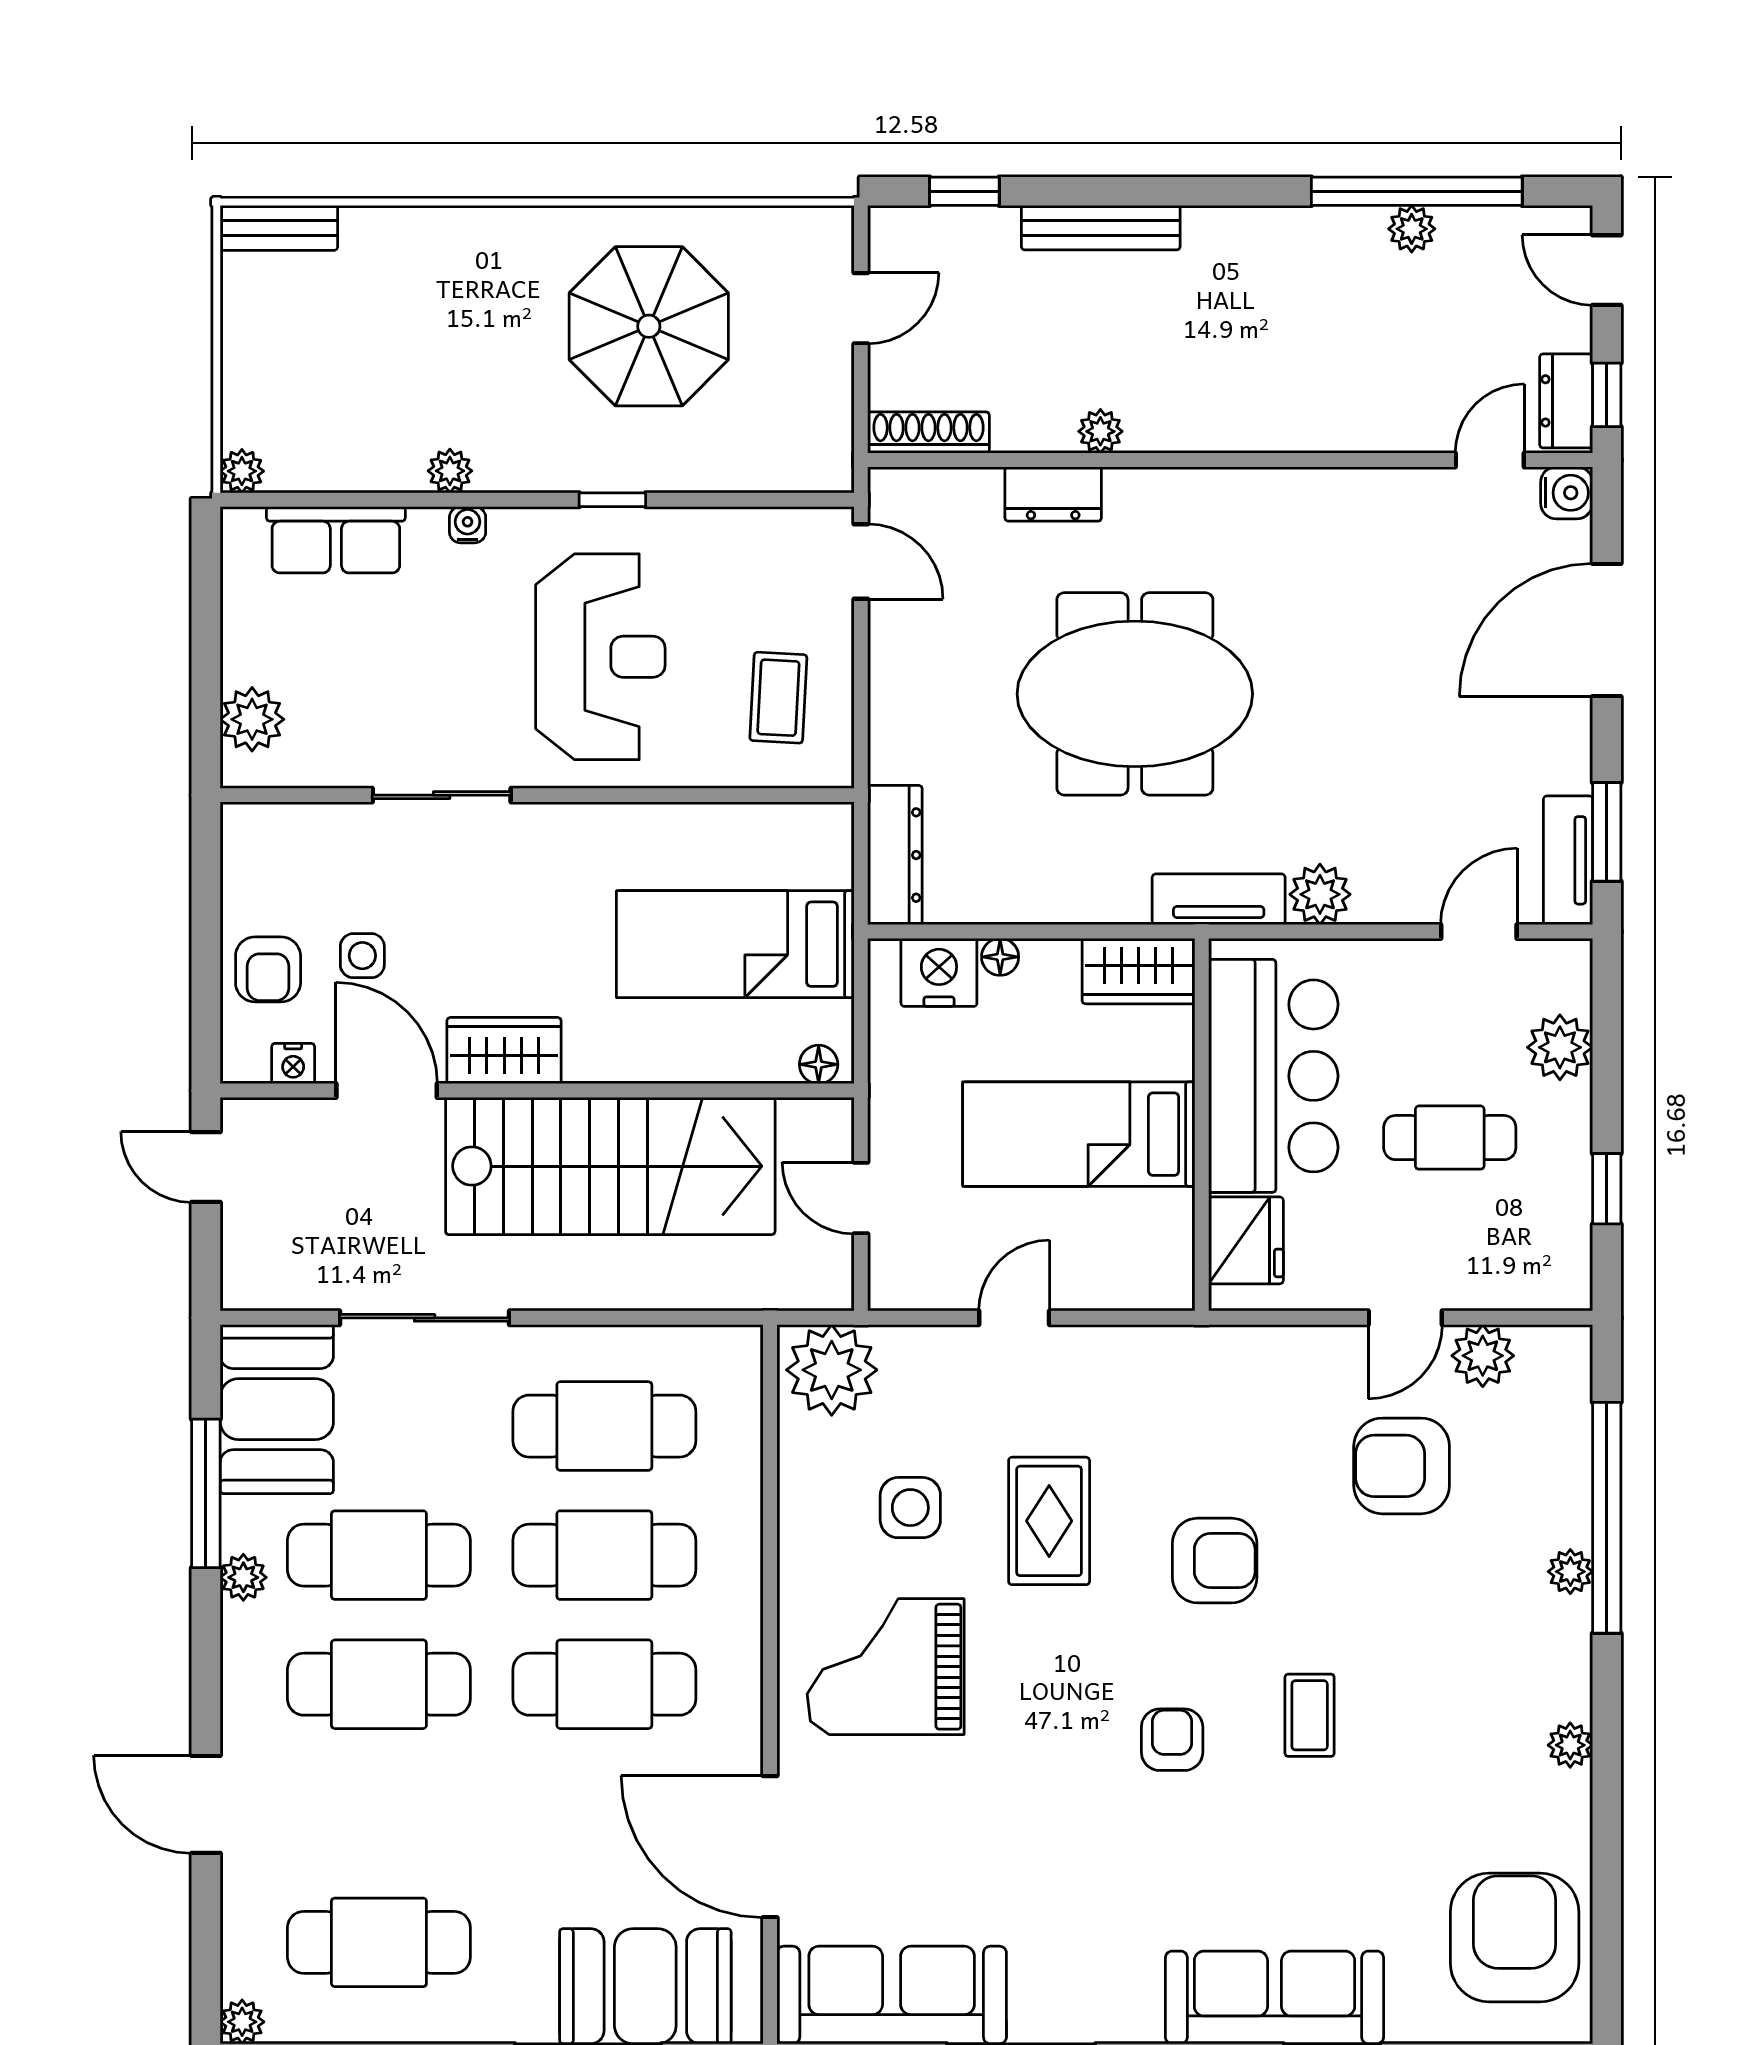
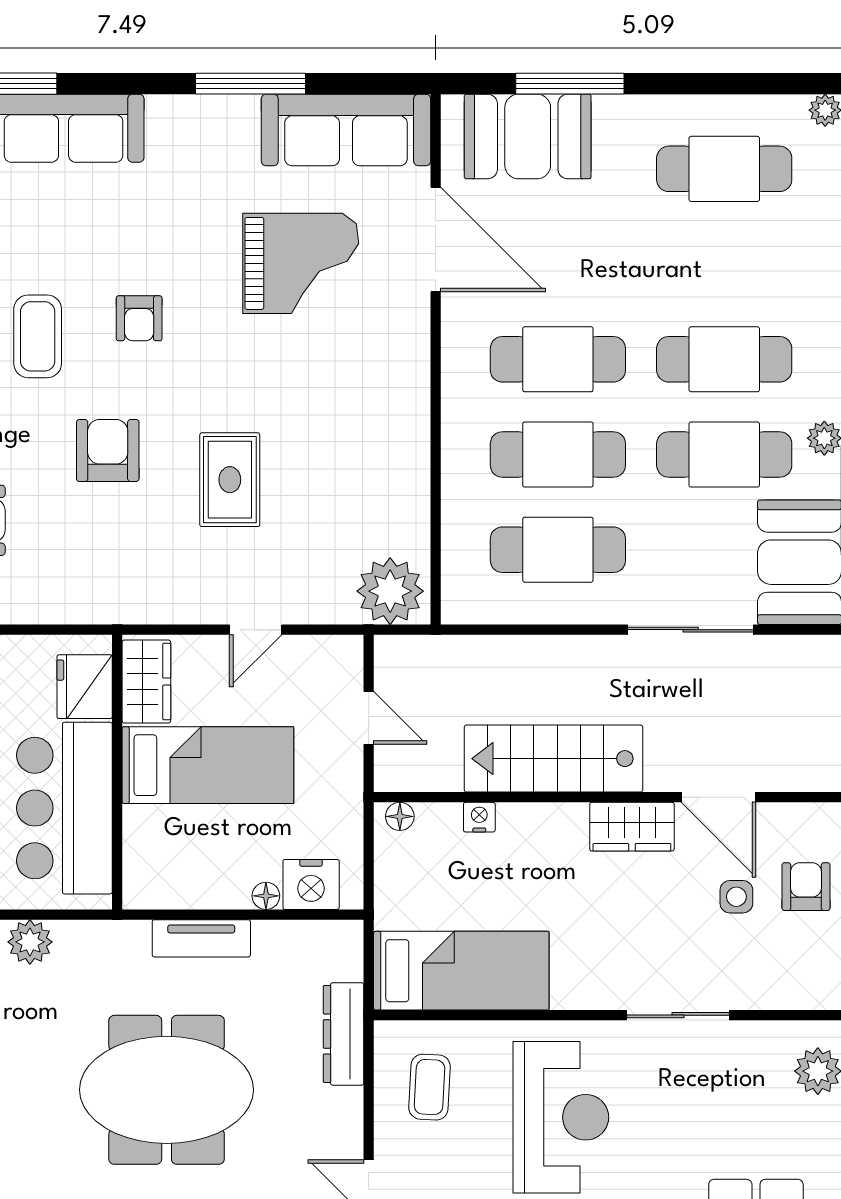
reception desk: (600, 657) -> (561, 1117), turned 180
dresser: (895, 855) -> (344, 1034), moved
tv unit: (1219, 899) -> (201, 938), moved
bed: (735, 944) -> (461, 971), moved
wardrobe: (1138, 971) -> (146, 682), moved, turned 90
nightstand: (293, 1064) -> (479, 817), moved
stairs: (610, 1166) -> (554, 759), width x0.73, depth x0.66
side table: (910, 1508) -> (332, 490), removed
armchair: (1215, 1561) -> (108, 451), turned 90
grand piano: (886, 1667) -> (301, 263), moved
coffee table: (1310, 1715) -> (38, 336), width x1.36, depth x1.30

